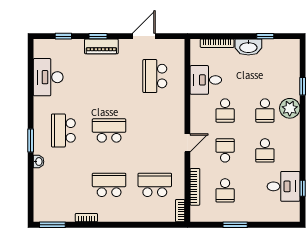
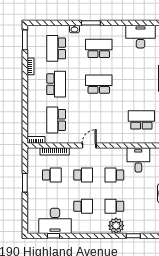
school desk: (109, 130) -> (99, 84), turned -90
door: (187, 143) -> (89, 146), swing flipped
school desk: (265, 150) -> (83, 206), turned 180
school desk: (63, 185) -> (56, 48), added
school desk: (155, 185) -> (56, 120), turned 180
desk: (283, 186) -> (55, 221), width x1.37
school desk: (225, 190) -> (52, 175), turned 180

